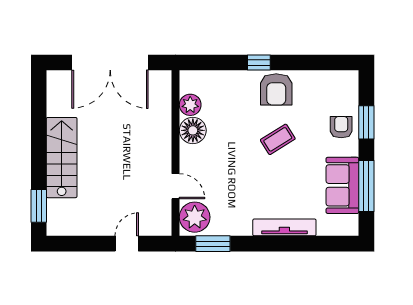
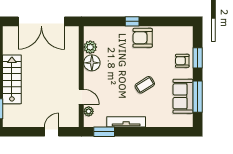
armchair: (276, 89) -> (143, 38), turned 90
armchair: (341, 127) -> (182, 61), turned -90
coffee table: (278, 139) -> (145, 85), moved
plant: (195, 217) -> (89, 111), width x0.53, depth x0.53
tv unit: (284, 227) -> (126, 122), moved

